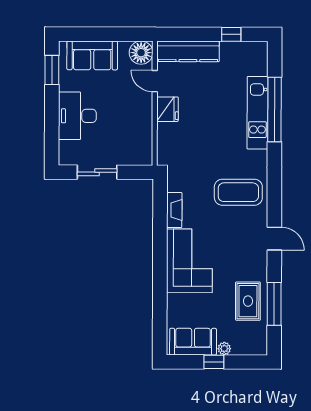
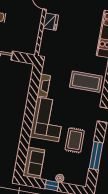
rug: (248, 301) -> (75, 140), moved
sofa: (193, 342) -> (34, 163), moved, turned 90

